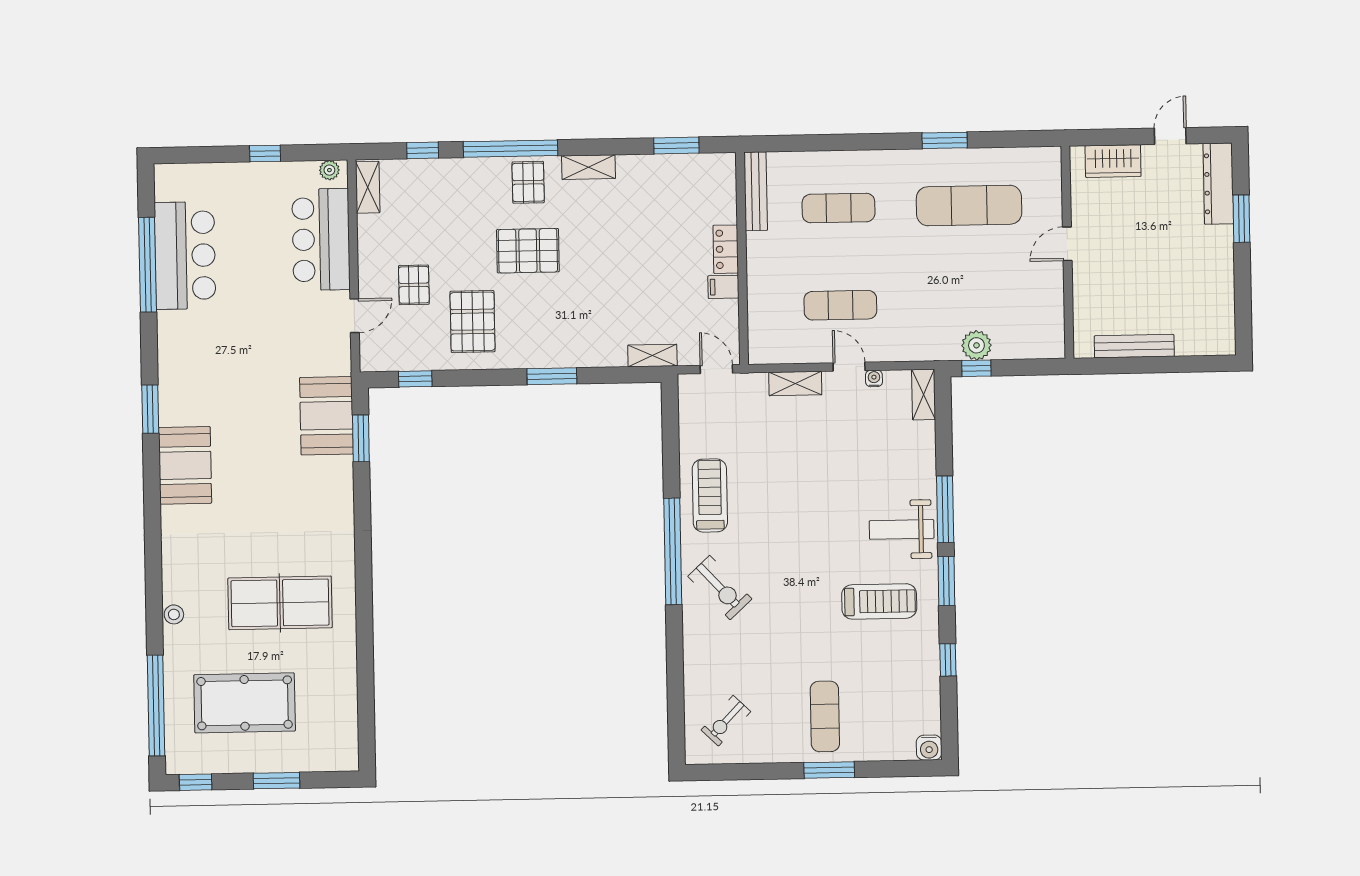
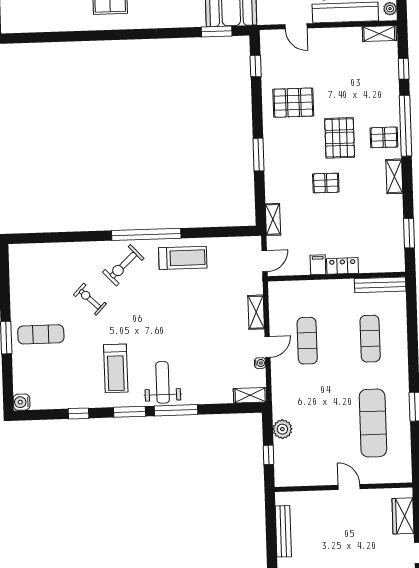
pallet: (414, 285) -> (326, 183), moved
window: (976, 368) -> (268, 455), moved
exercise bike: (726, 721) -> (90, 299), moved

